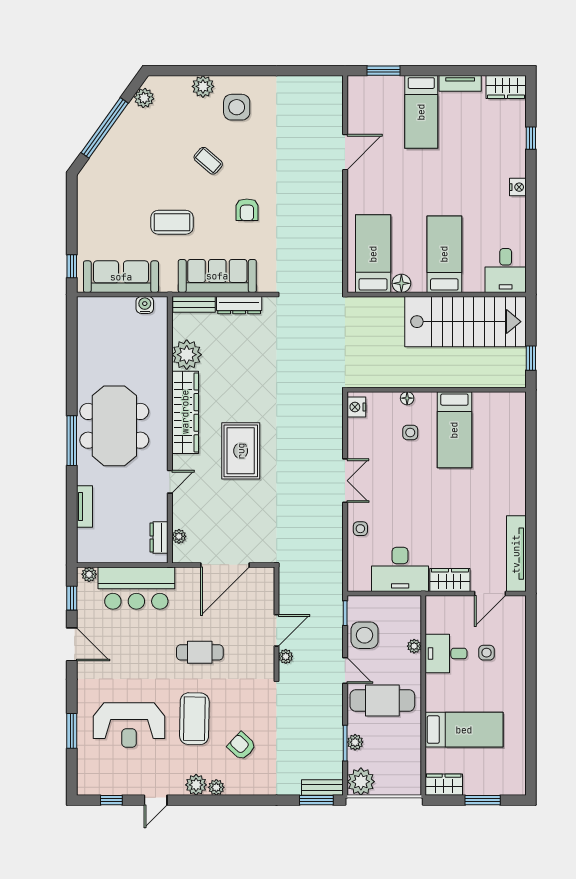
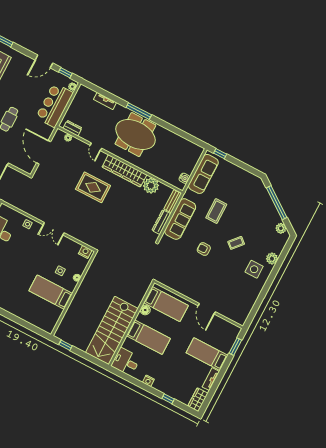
bed: (373, 254) -> (166, 304), moved
bed: (444, 254) -> (148, 337), moved
desk: (506, 270) -> (126, 362), moved
floor lamp: (401, 283) -> (145, 310), moved
wall: (437, 294) -> (131, 324), moved
stairs: (465, 322) -> (112, 331), moved

